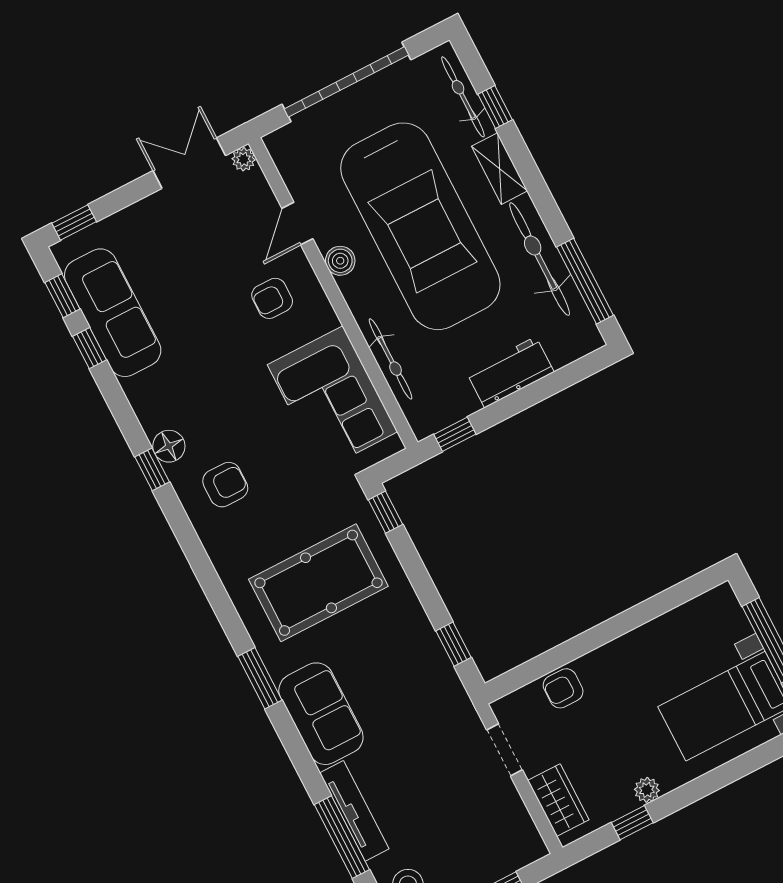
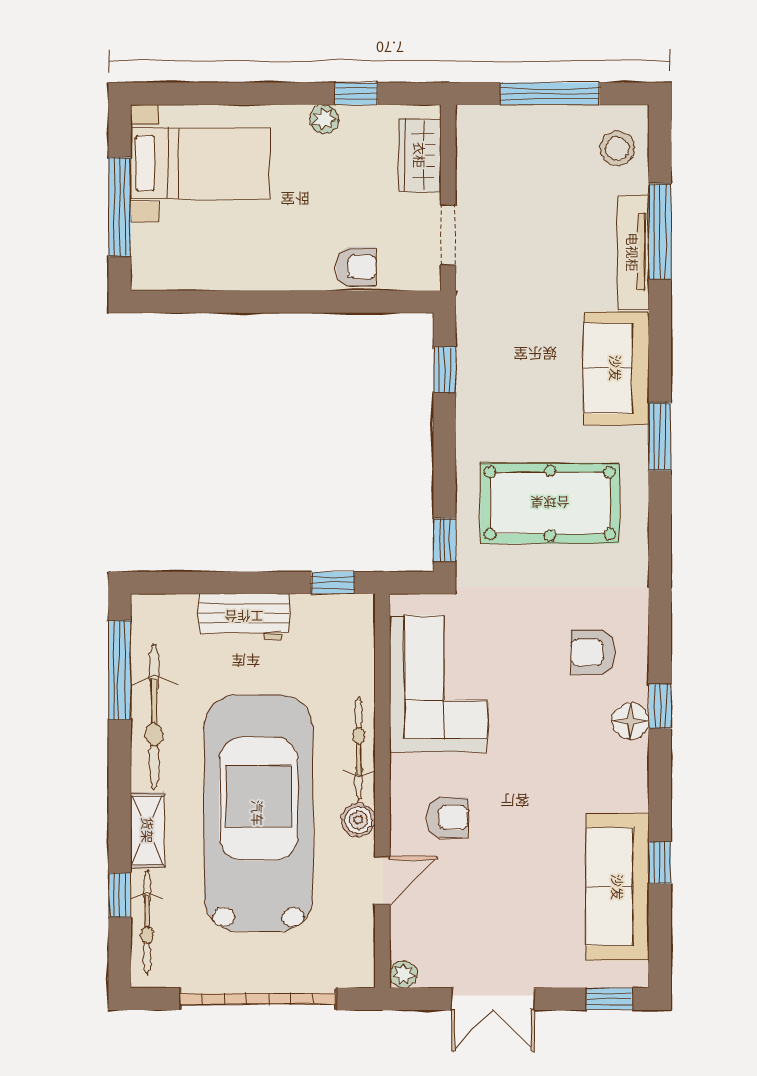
double door: (189, 163) -> (493, 999), moved
window: (62, 296) -> (660, 930), removed
bicycle: (391, 359) -> (359, 748), moved

